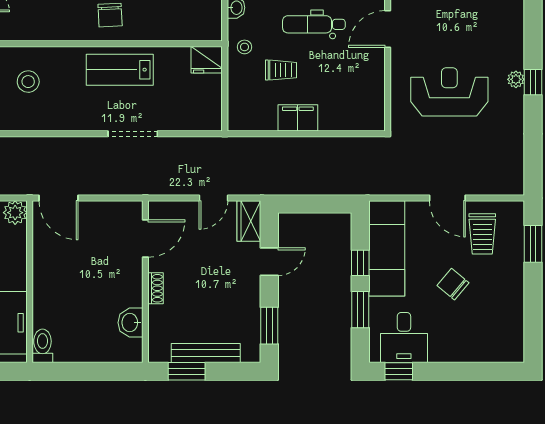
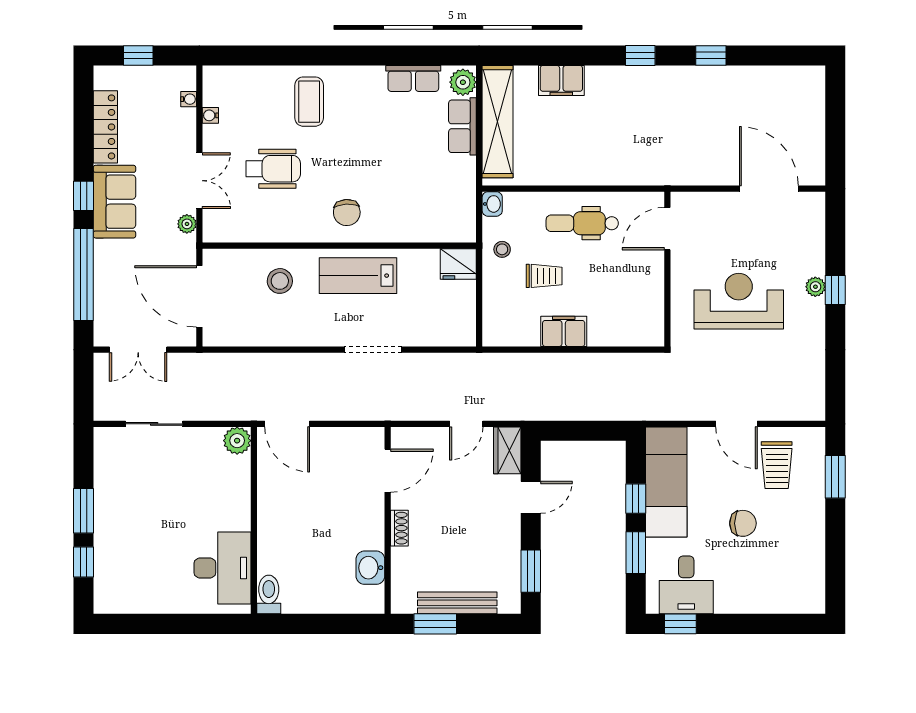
stool: (28, 82) -> (280, 281), moved
chair: (453, 284) -> (743, 523), turned 140

